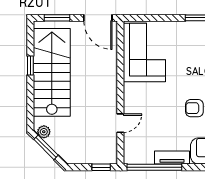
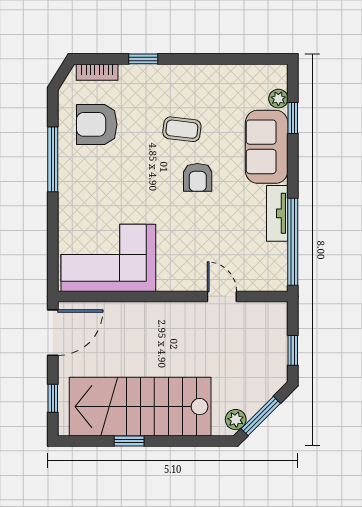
window: (57, 18) -> (53, 398), width x0.67
window: (101, 167) -> (293, 350), moved

